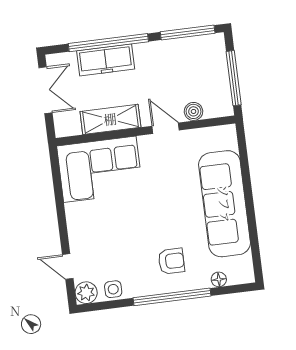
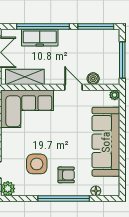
shelving: (110, 119) -> (25, 77), moved
plant: (229, 132) -> (115, 95), added
side table: (113, 289) -> (37, 164), moved, width x1.87, depth x1.87

